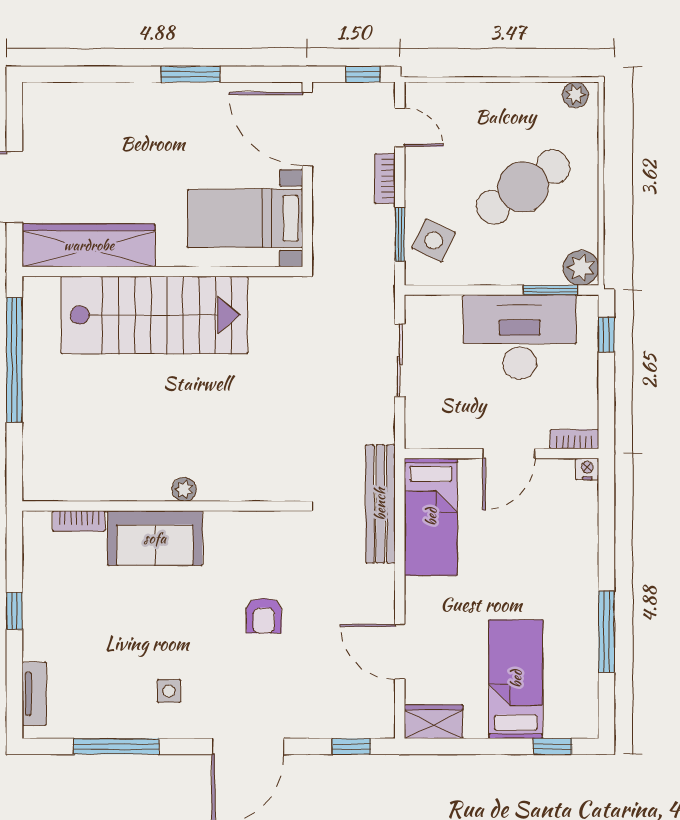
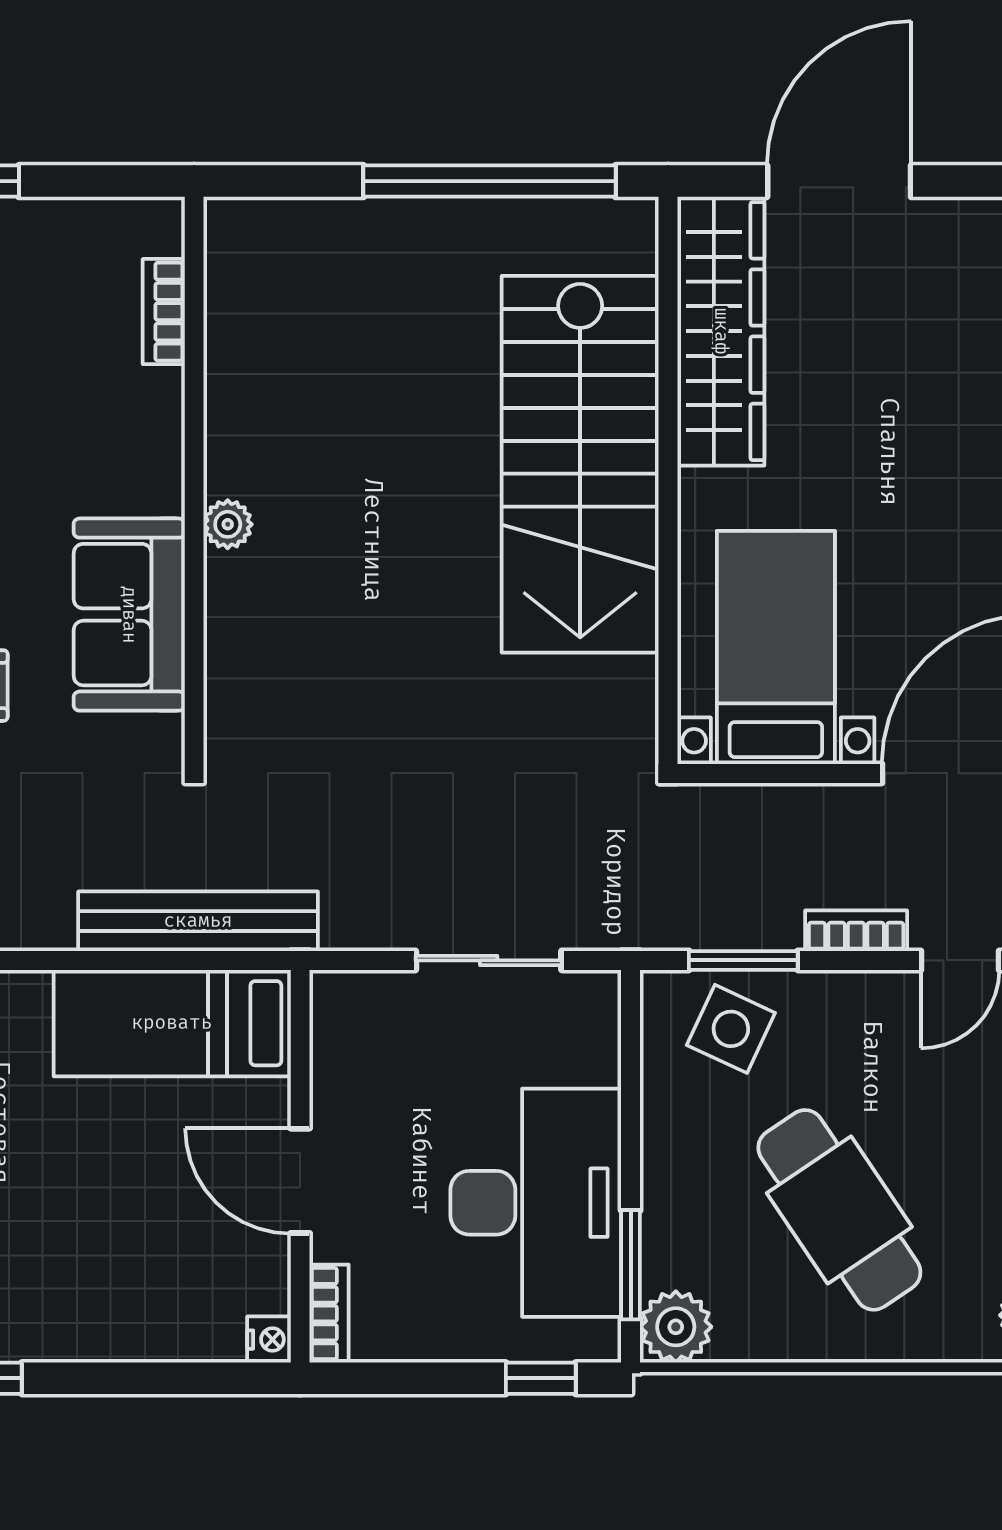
sofa: (155, 538) -> (129, 615), moved

